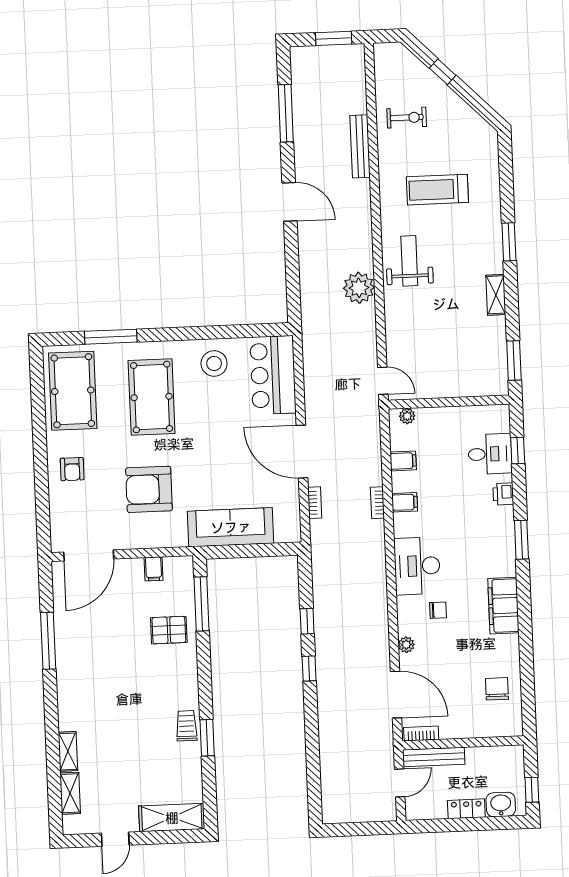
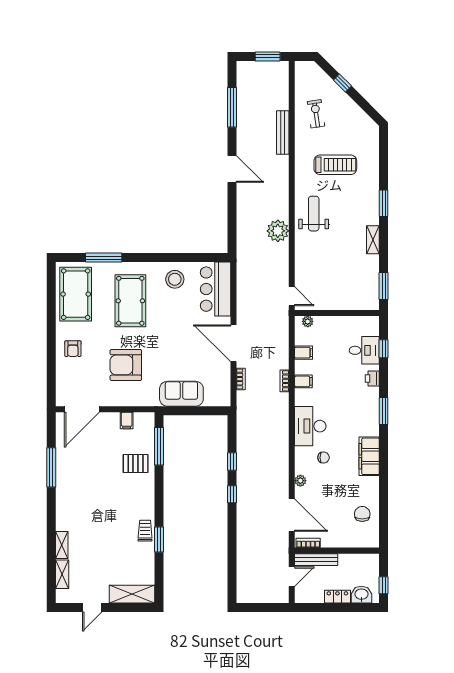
exercise bike: (407, 118) -> (316, 114), turned -98
treadmill: (437, 190) -> (335, 165), turned 180
sofa: (231, 527) -> (181, 394), width x0.73

